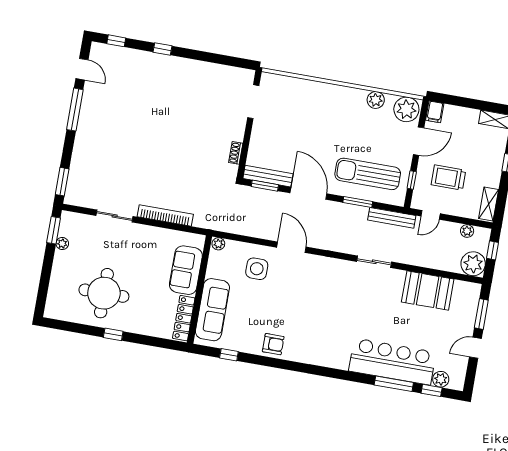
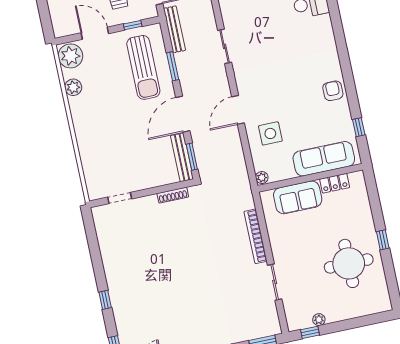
doorway: (253, 102) -> (120, 198), width x0.73
filing cabinet: (435, 112) -> (62, 29), removed
shoe rack: (236, 153) -> (173, 195), width x1.43
window: (54, 230) -> (310, 332), width x0.67
sliding door: (374, 262) -> (225, 46), moved
locker: (184, 318) -> (335, 183), width x0.66

